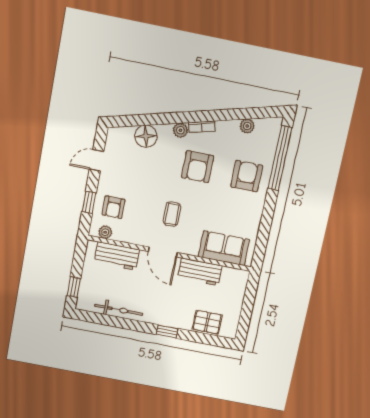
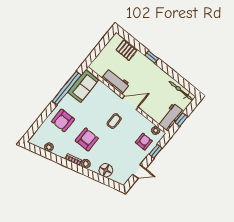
window: (280, 158) -> (67, 88), moved
sofa: (224, 248) -> (83, 86), moved, turned -90
door: (163, 252) -> (130, 103), hinge flipped
workbench: (117, 256) -> (171, 117), moved, turned -90
window: (74, 287) -> (181, 120), moved
bicycle: (119, 310) -> (181, 91), moved

